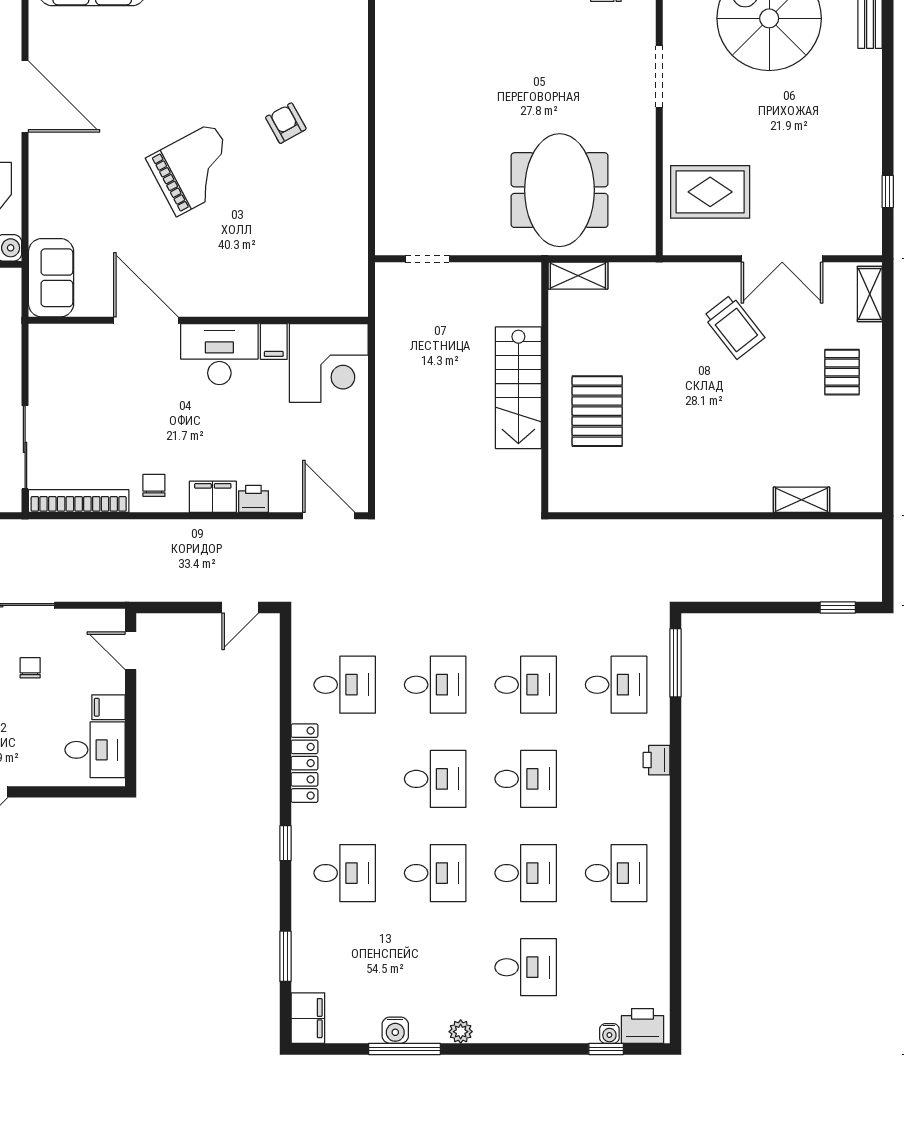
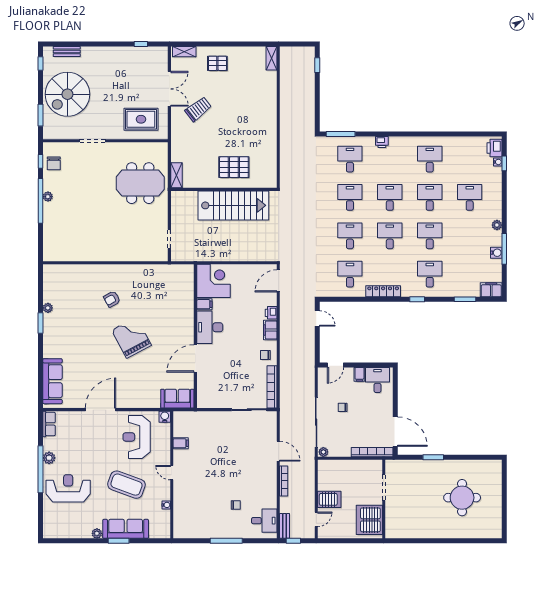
rug: (710, 192) -> (141, 119), turned 90
stairs: (518, 388) -> (233, 205), width x1.36, depth x1.51
shelving: (802, 500) -> (272, 58), moved

